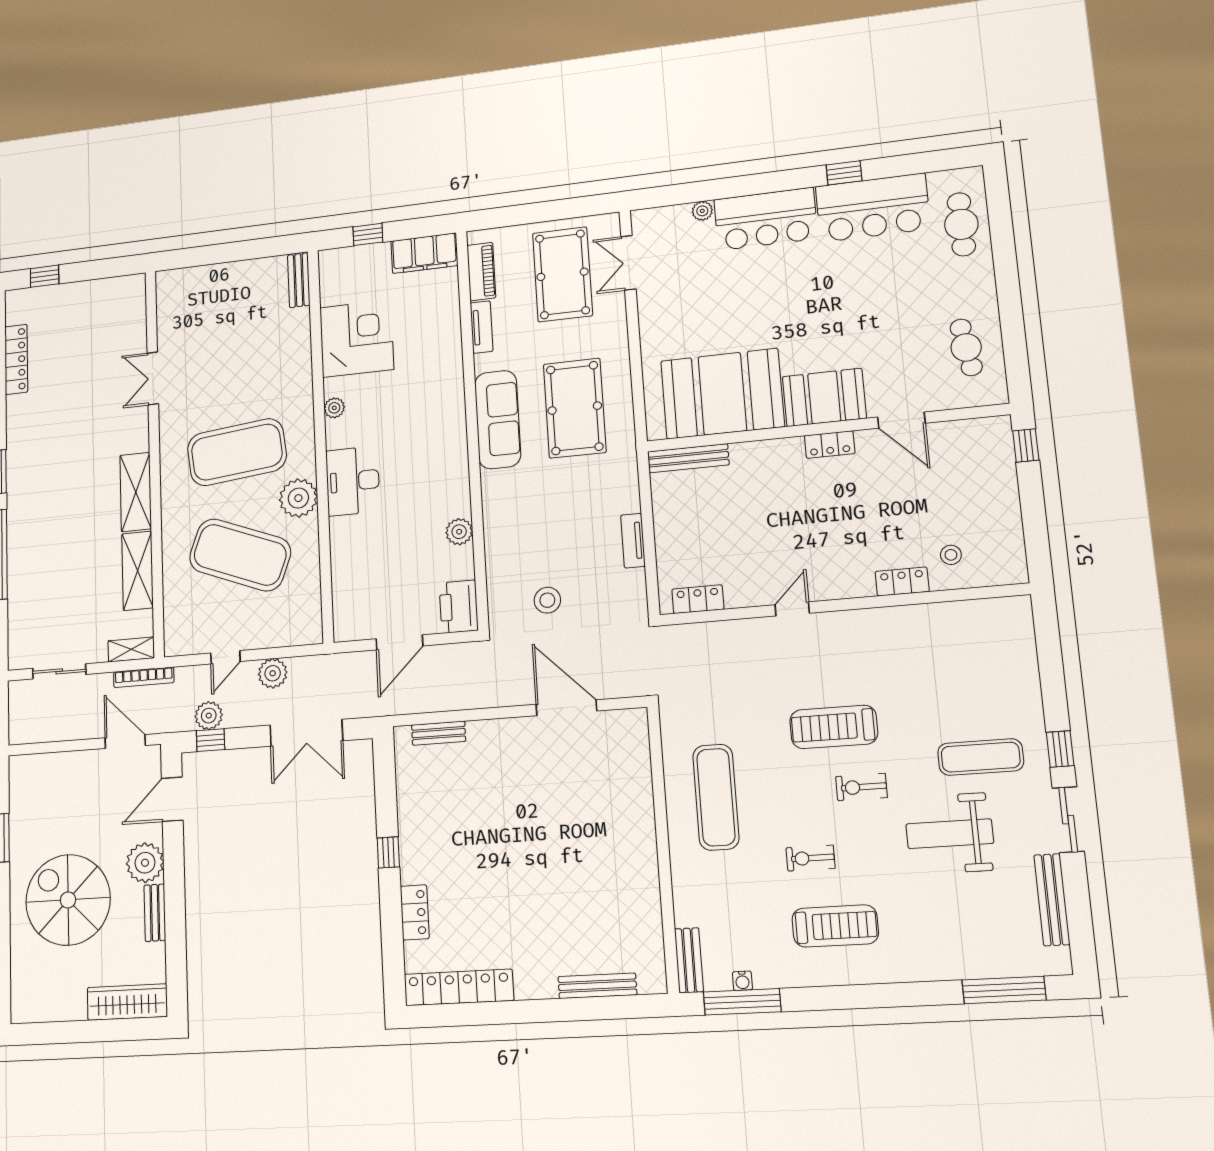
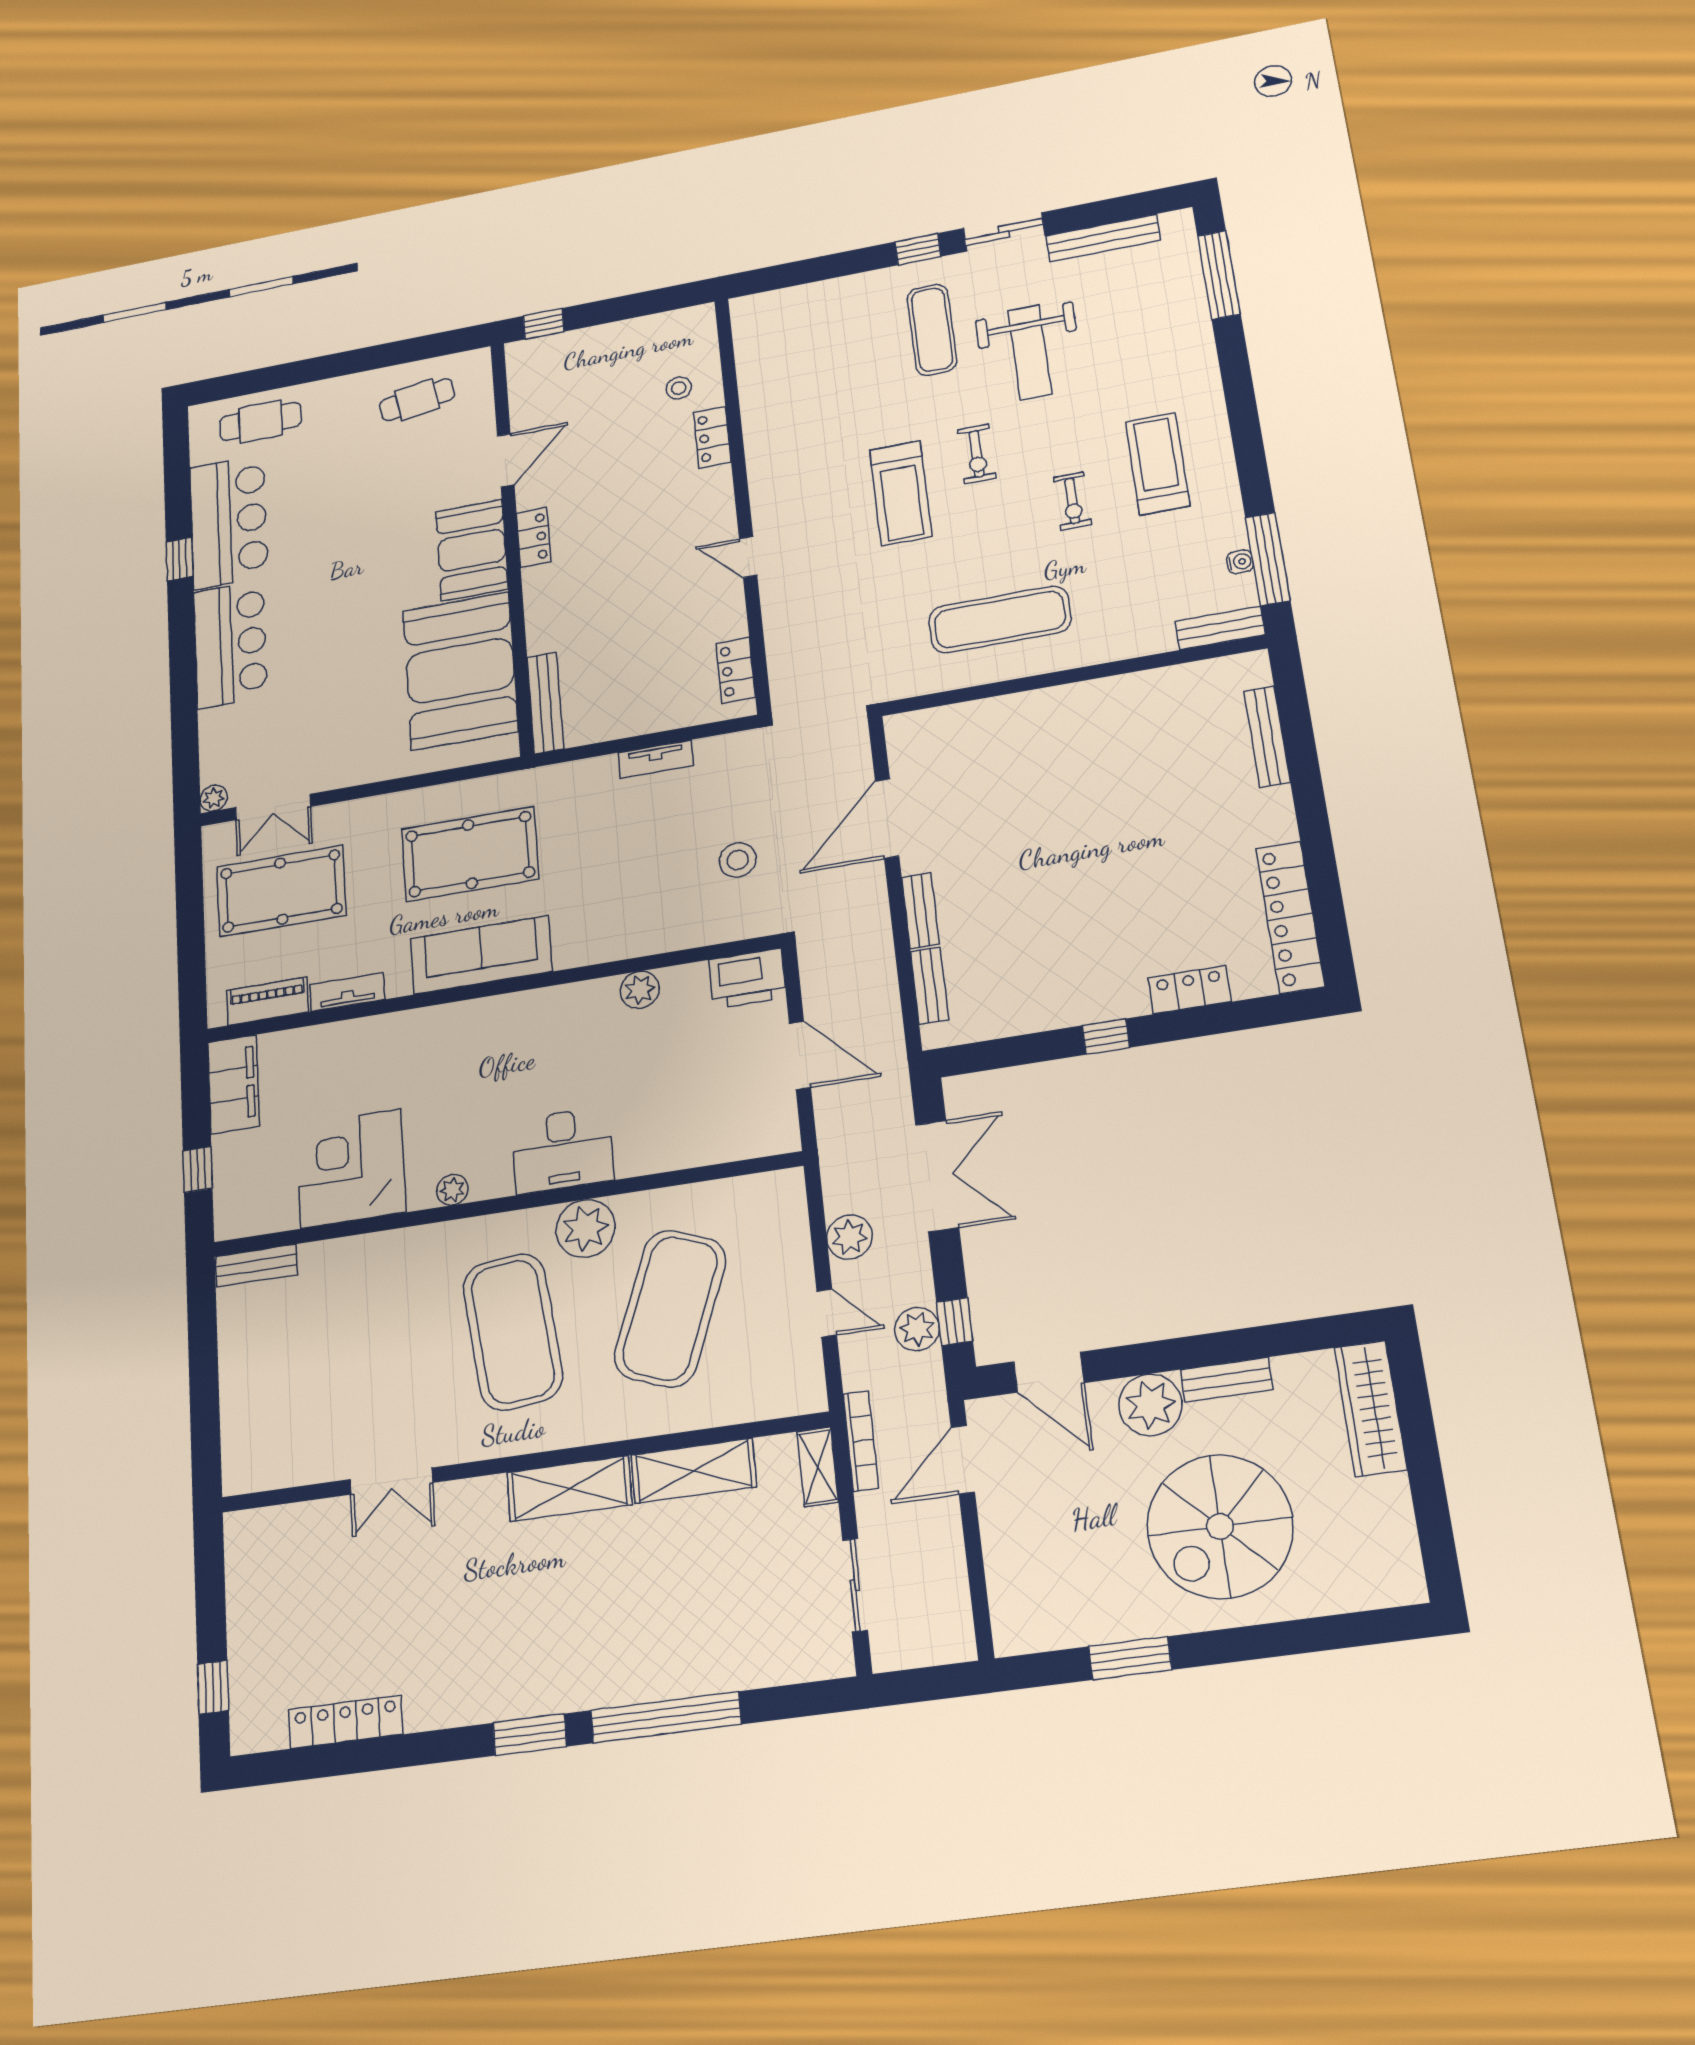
plant: (702, 211) -> (214, 798), moved
bench: (494, 729) -> (920, 911), added

